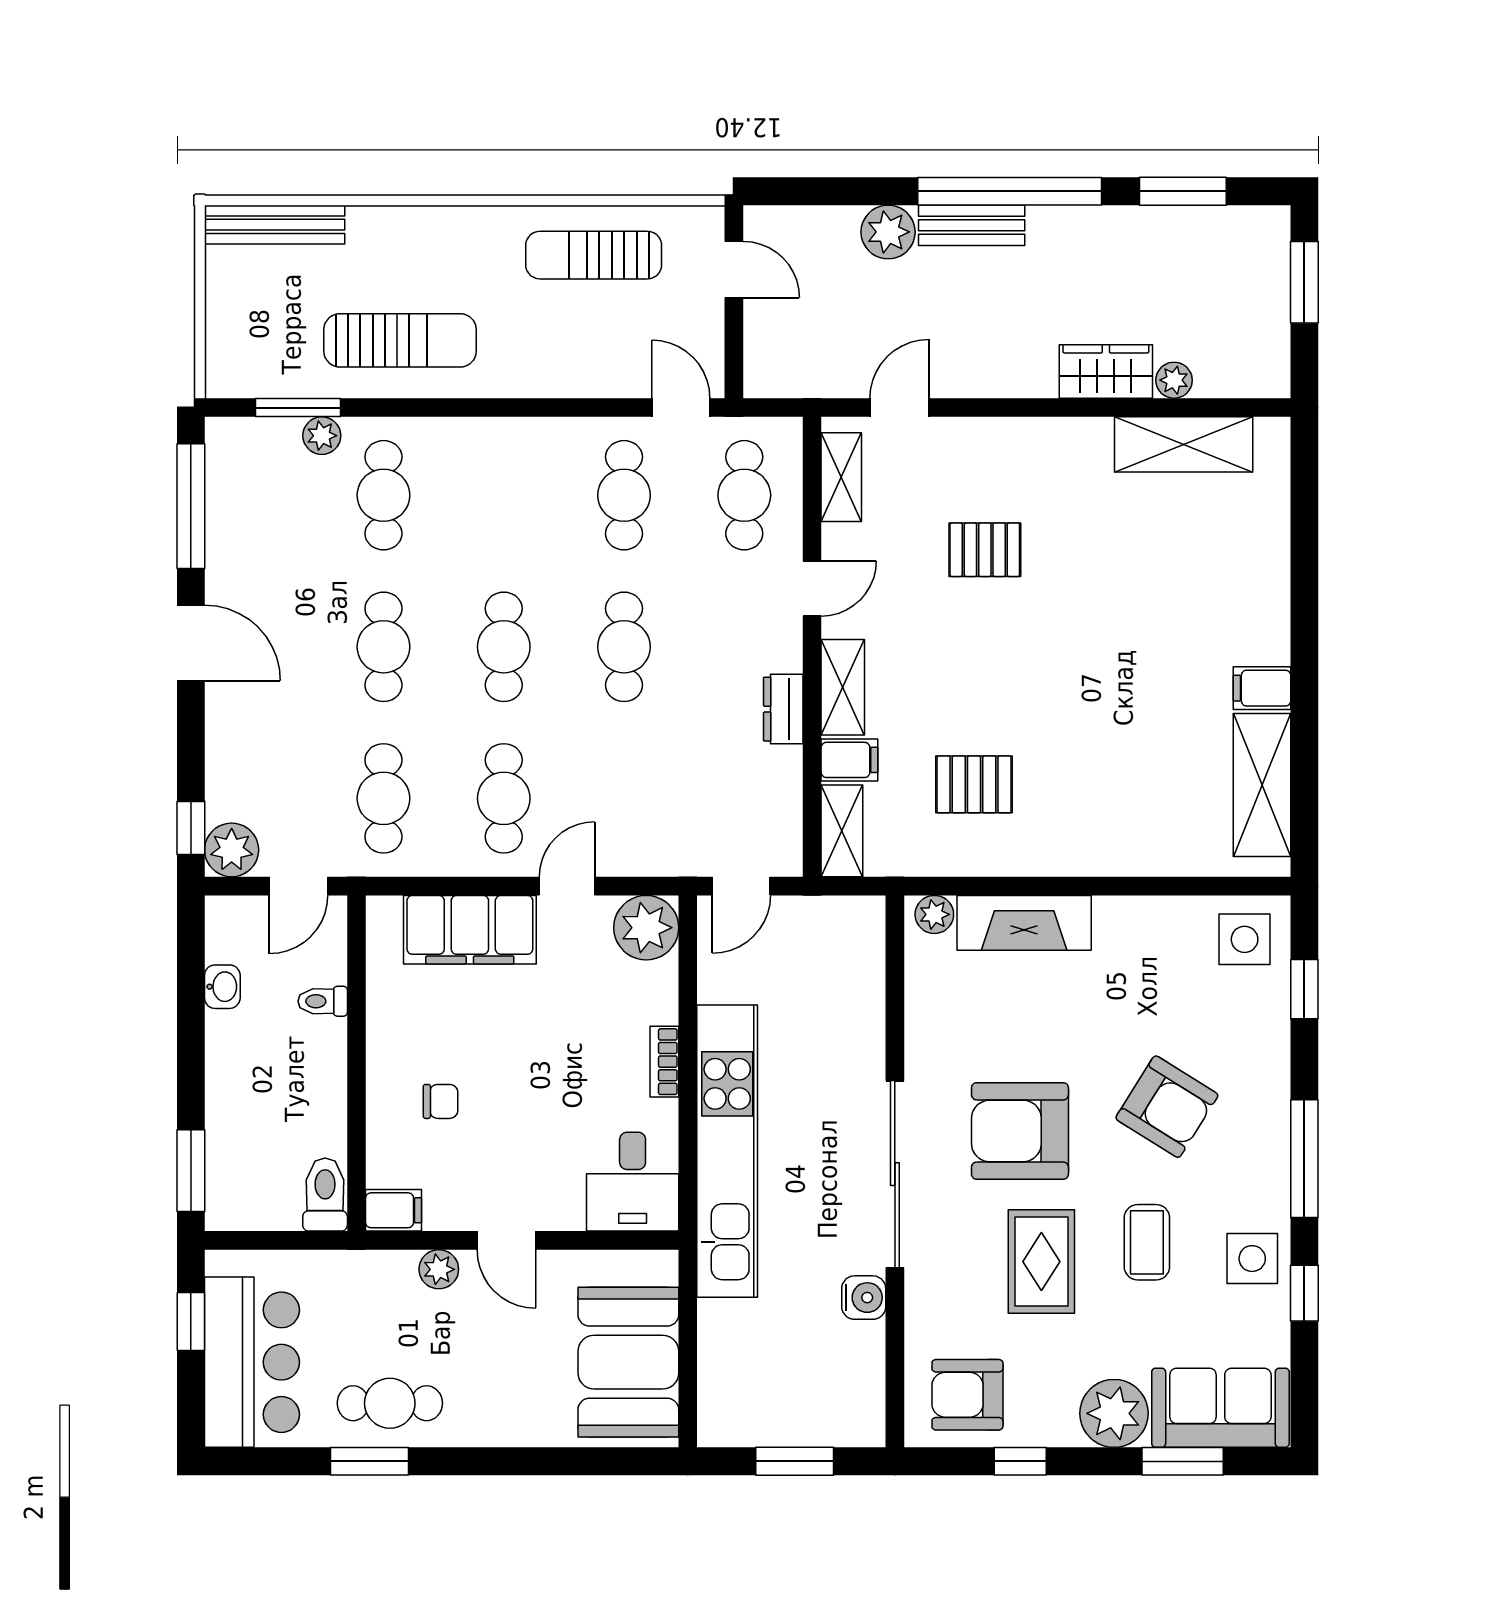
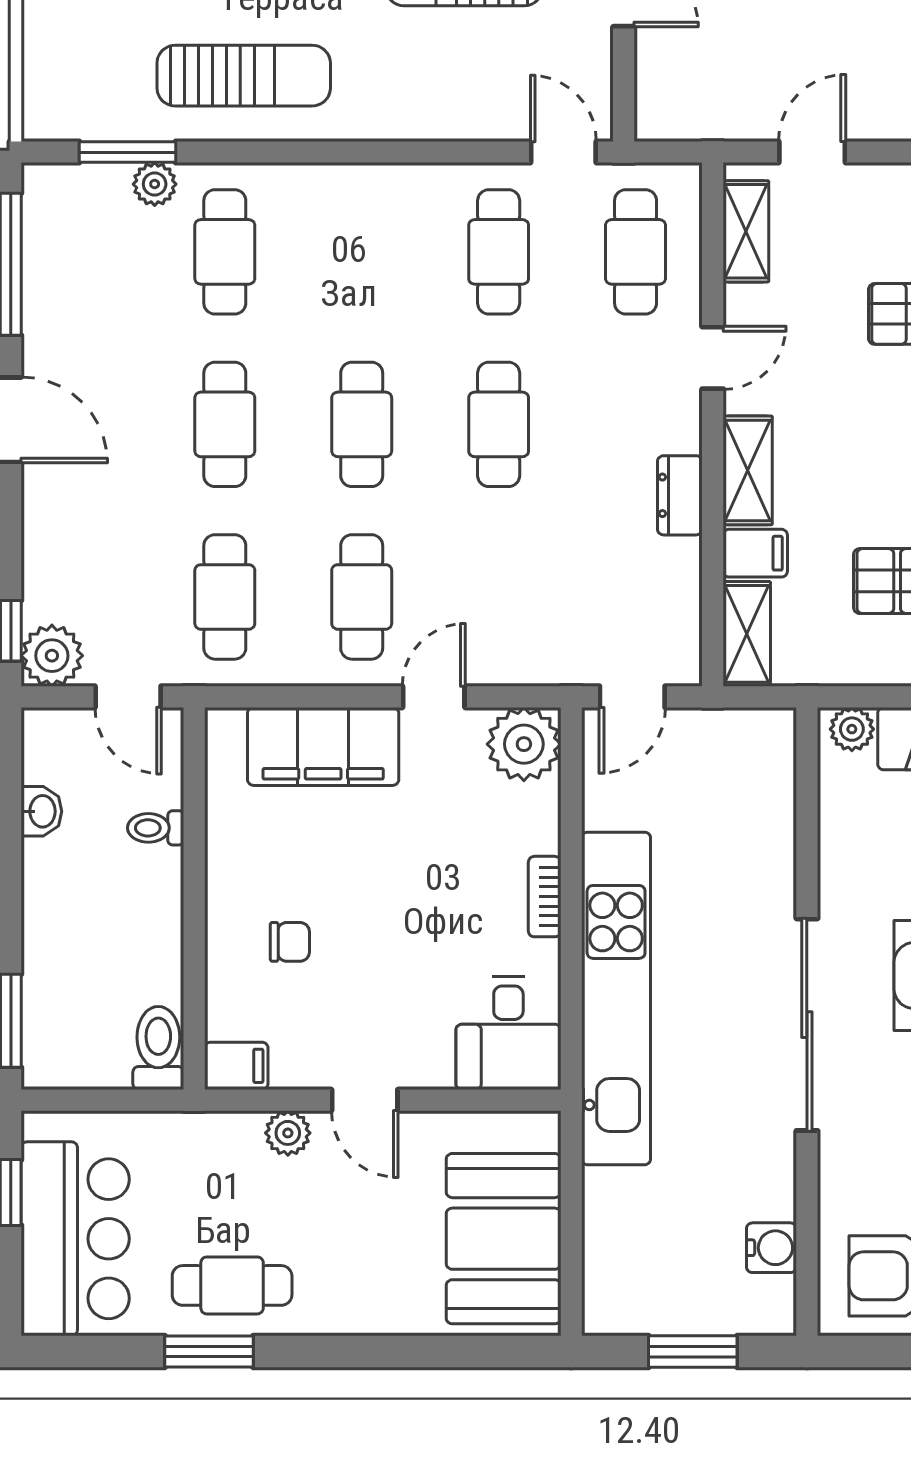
door: (298, 886) -> (128, 697), hinge flipped
water cooler: (864, 1298) -> (771, 1248), moved

